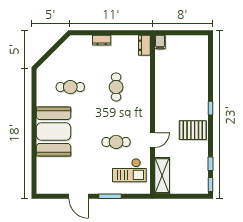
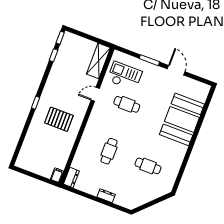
pallet: (193, 130) -> (59, 119), moved
booth: (54, 131) -> (182, 119), moved

